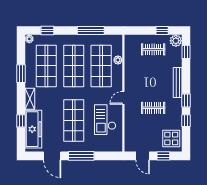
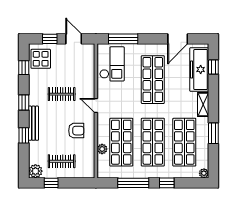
window: (47, 31) -> (167, 183), moved
window: (186, 52) -> (24, 135), moved
armchair: (140, 76) -> (76, 131), added
door: (123, 98) -> (96, 106), swing flipped
checkout: (105, 120) -> (112, 64), moved
window: (21, 121) -> (213, 67), moved
window: (186, 121) -> (24, 68), moved
door: (52, 156) -> (178, 39), swing flipped
window: (81, 156) -> (123, 39), moved

